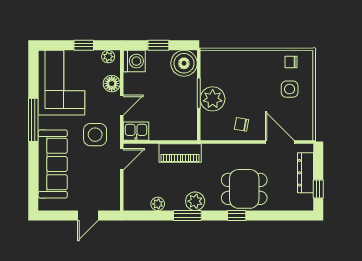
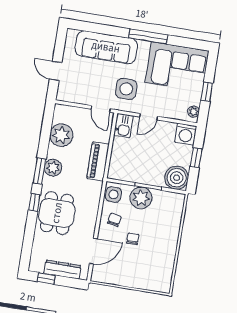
chair: (291, 62) -> (133, 239), moved
floor lamp: (112, 84) -> (169, 111), removed
side table: (290, 89) -> (113, 194), moved
door: (122, 105) -> (149, 117), hinge flipped
plant: (158, 204) -> (61, 135), width x1.87, depth x1.87
window: (187, 216) -> (39, 171), moved

